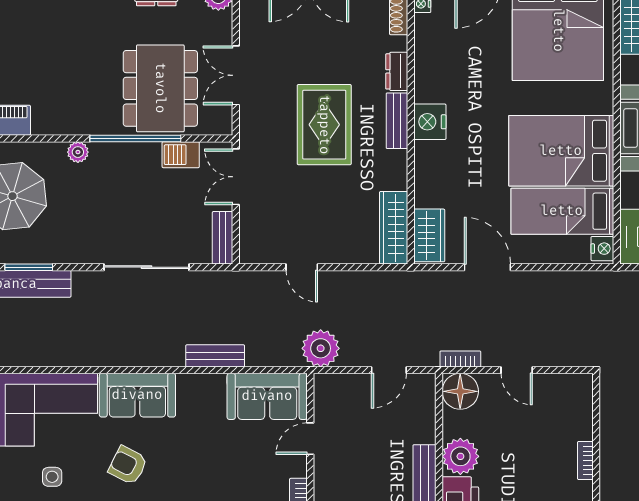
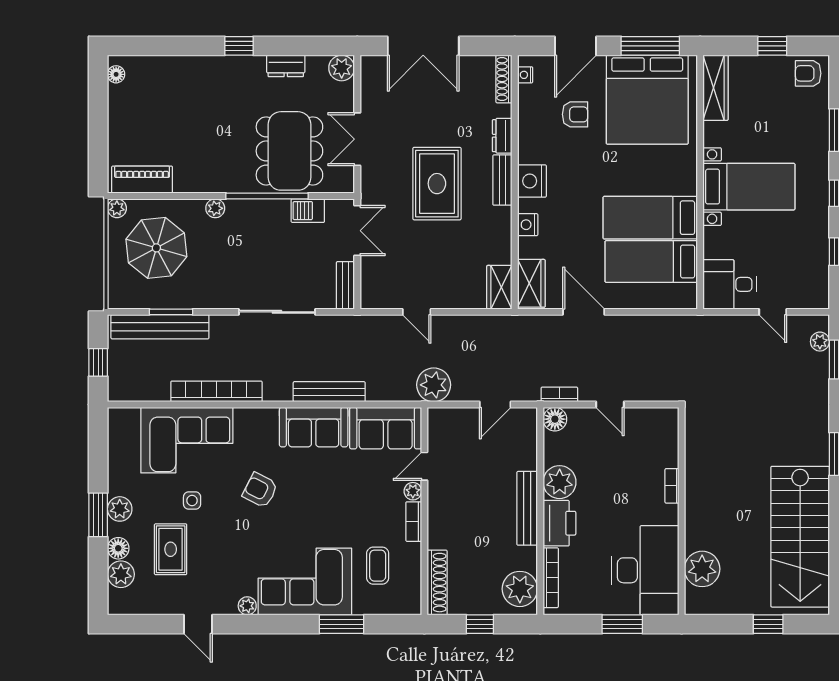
armchair: (478, 48) -> (575, 114), added
bed: (561, 151) -> (650, 218), width x0.67
double door: (236, 177) -> (357, 231), swing flipped
wardrobe: (394, 228) -> (499, 287), width x0.67
nightstand: (602, 249) -> (528, 225), moved, turned 180
bookcase: (79, 356) -> (216, 391), added
bench: (215, 356) -> (329, 392), width x1.36
floor lamp: (460, 391) -> (555, 419), width x0.73, depth x0.73
sofa: (137, 395) -> (314, 427), moved
plant: (298, 466) -> (413, 491), added

